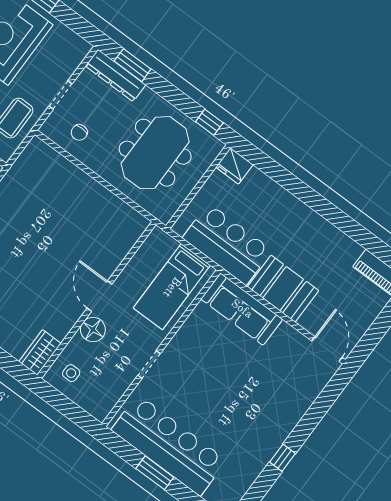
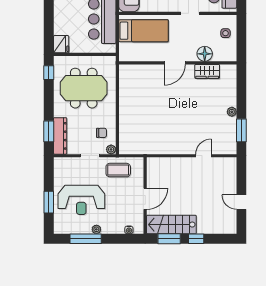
plant: (48, 129) -> (111, 149), added
floor lamp: (93, 330) -> (205, 54), moved
wardrobe: (40, 352) -> (207, 71), moved
side table: (71, 373) -> (225, 33), moved

